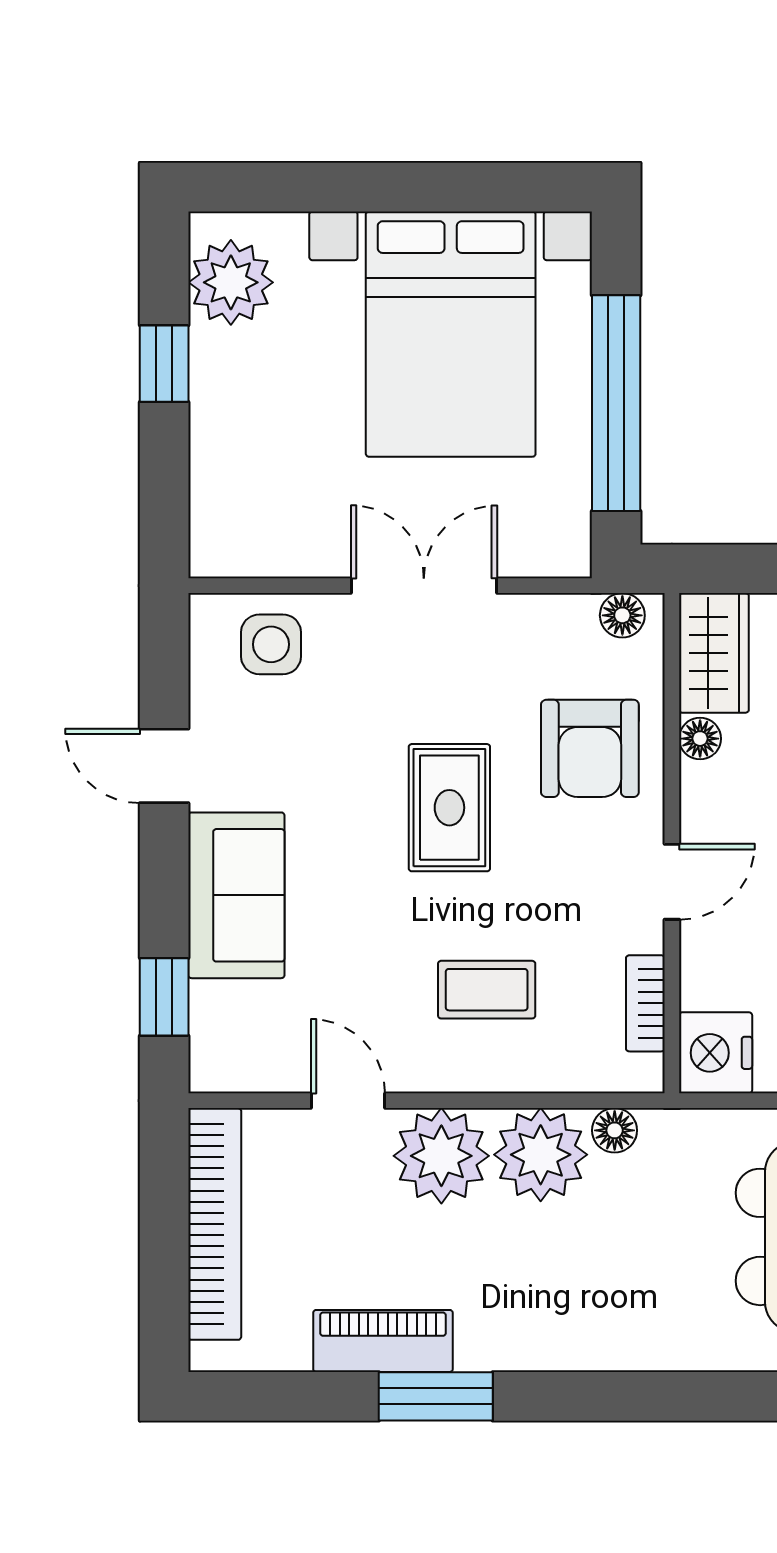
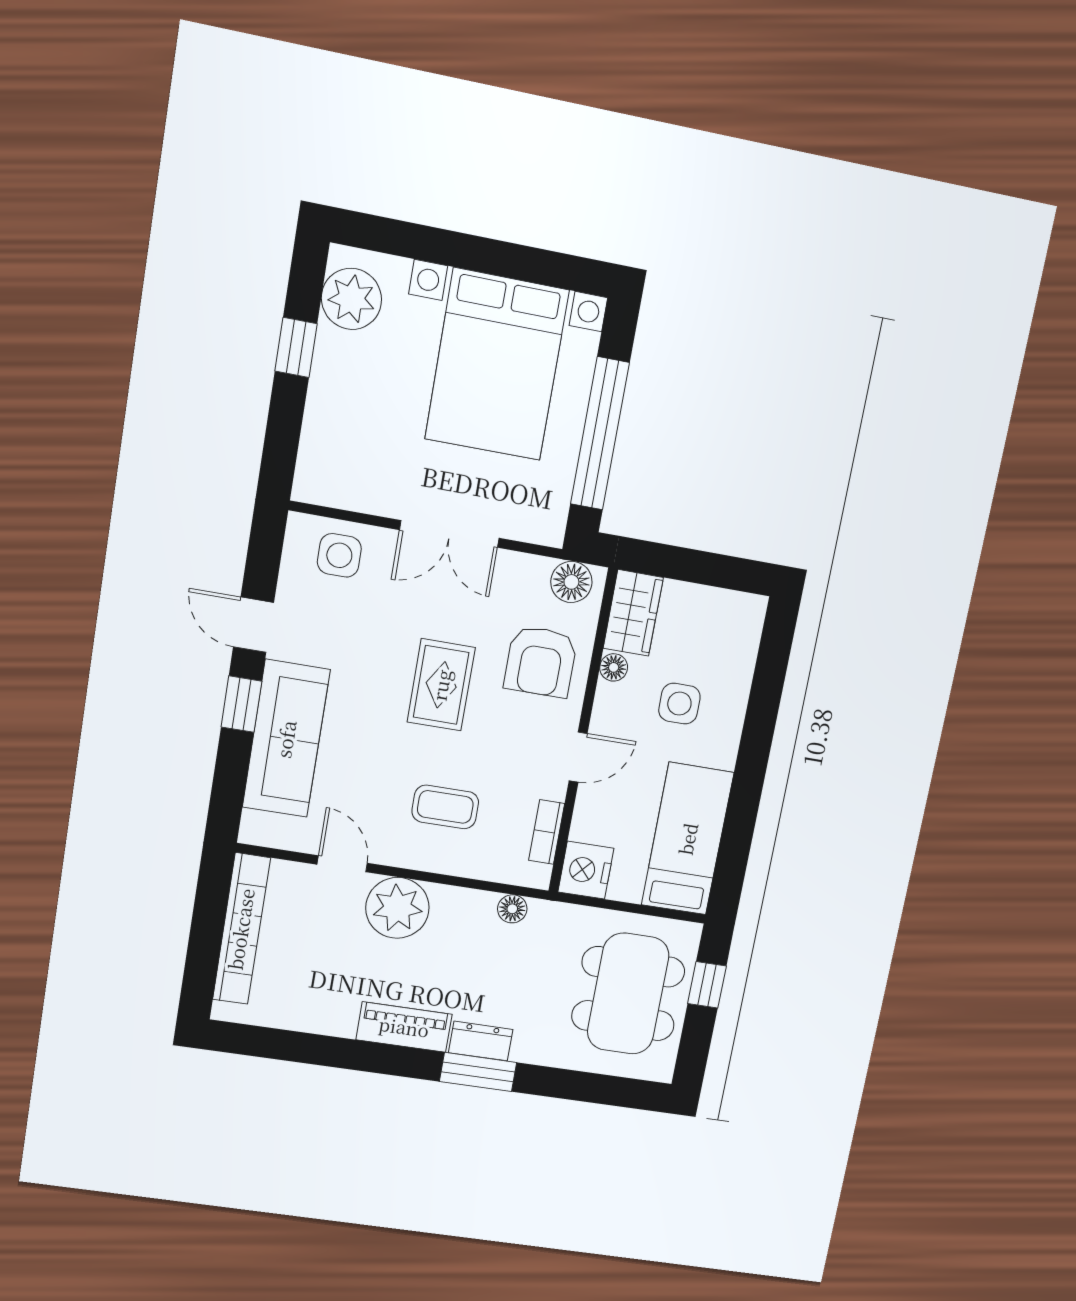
double door: (424, 586) -> (449, 534), swing flipped
floor lamp: (622, 615) -> (571, 582), width x1.37, depth x1.37
sofa: (236, 895) -> (286, 739), width x1.36
window: (164, 997) -> (241, 704), moved
plant: (541, 1155) -> (462, 917), removed
piano: (383, 1341) -> (404, 1027), moved
dresser: (603, 1346) -> (481, 1041), added
window: (436, 1396) -> (478, 1072), moved

